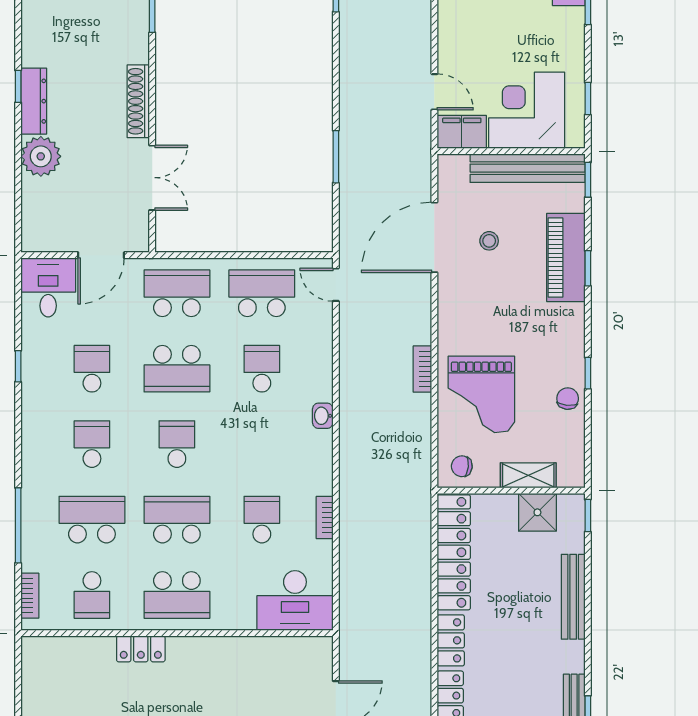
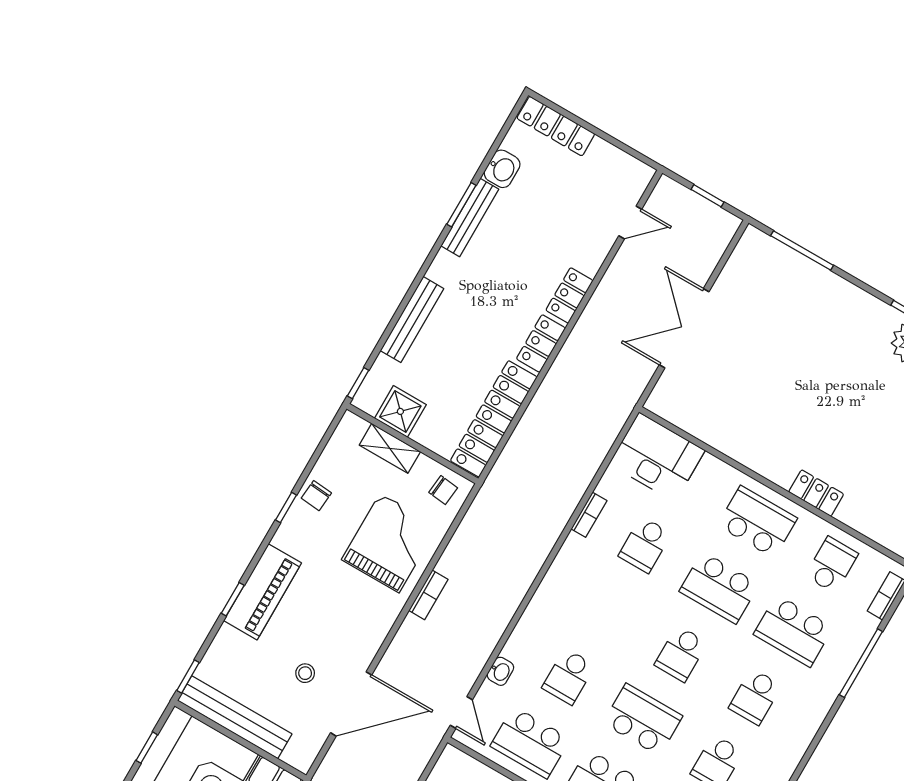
piano: (566, 257) -> (263, 592), moved
washbasin: (323, 416) -> (500, 671), moved

